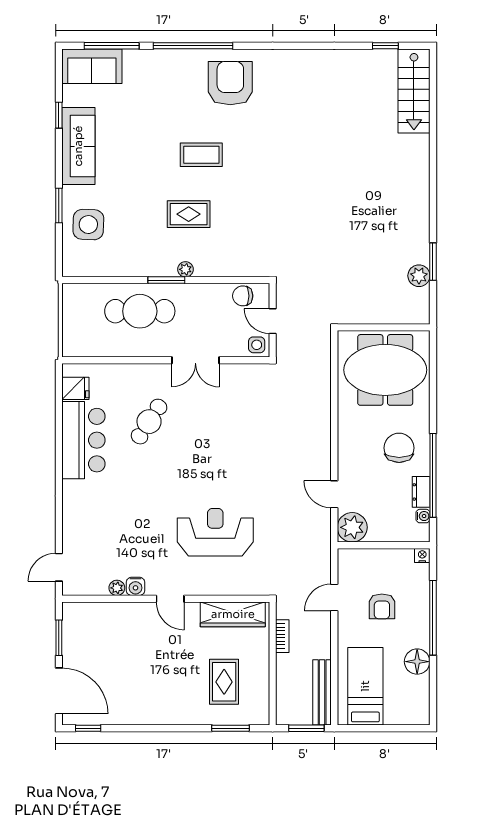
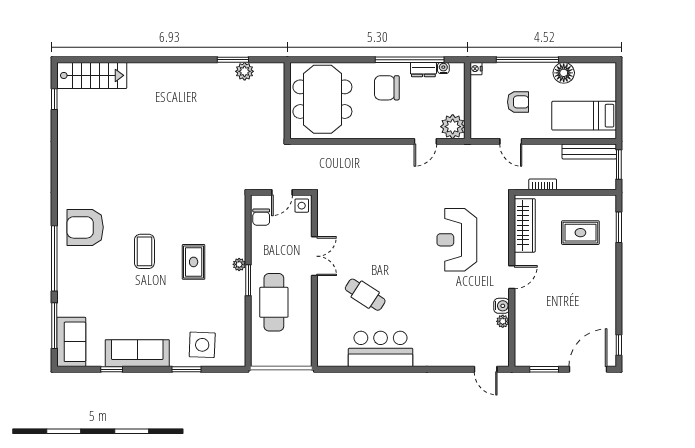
fridge: (75, 388) -> (338, 356), removed

